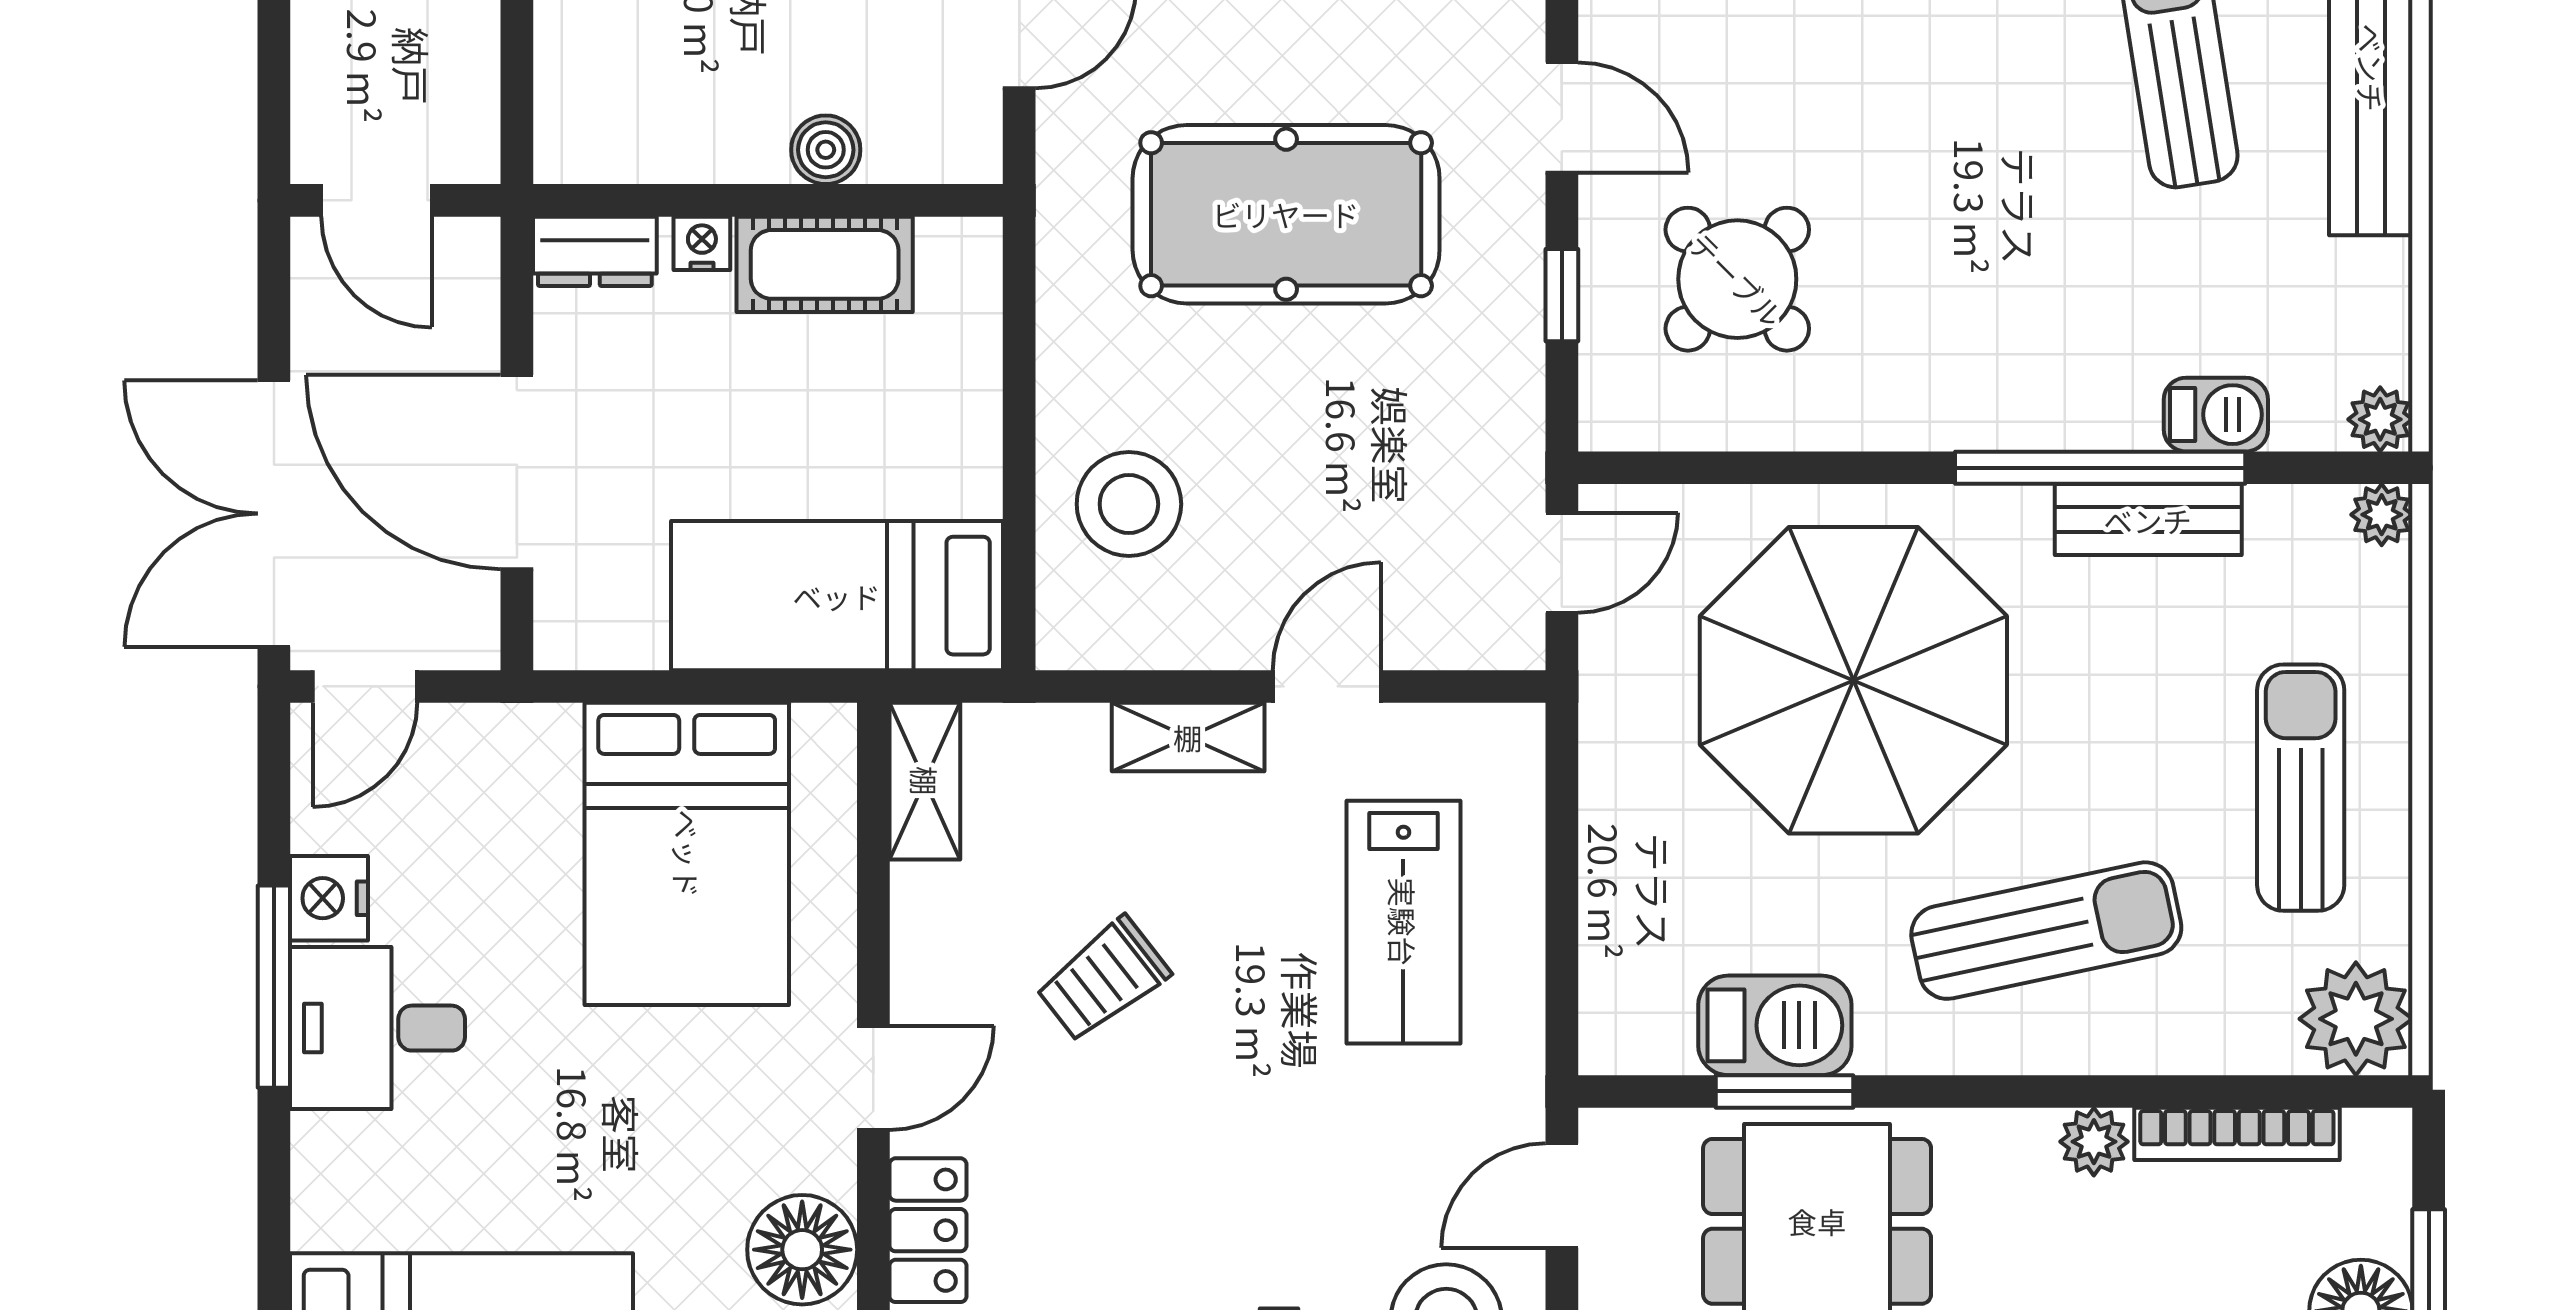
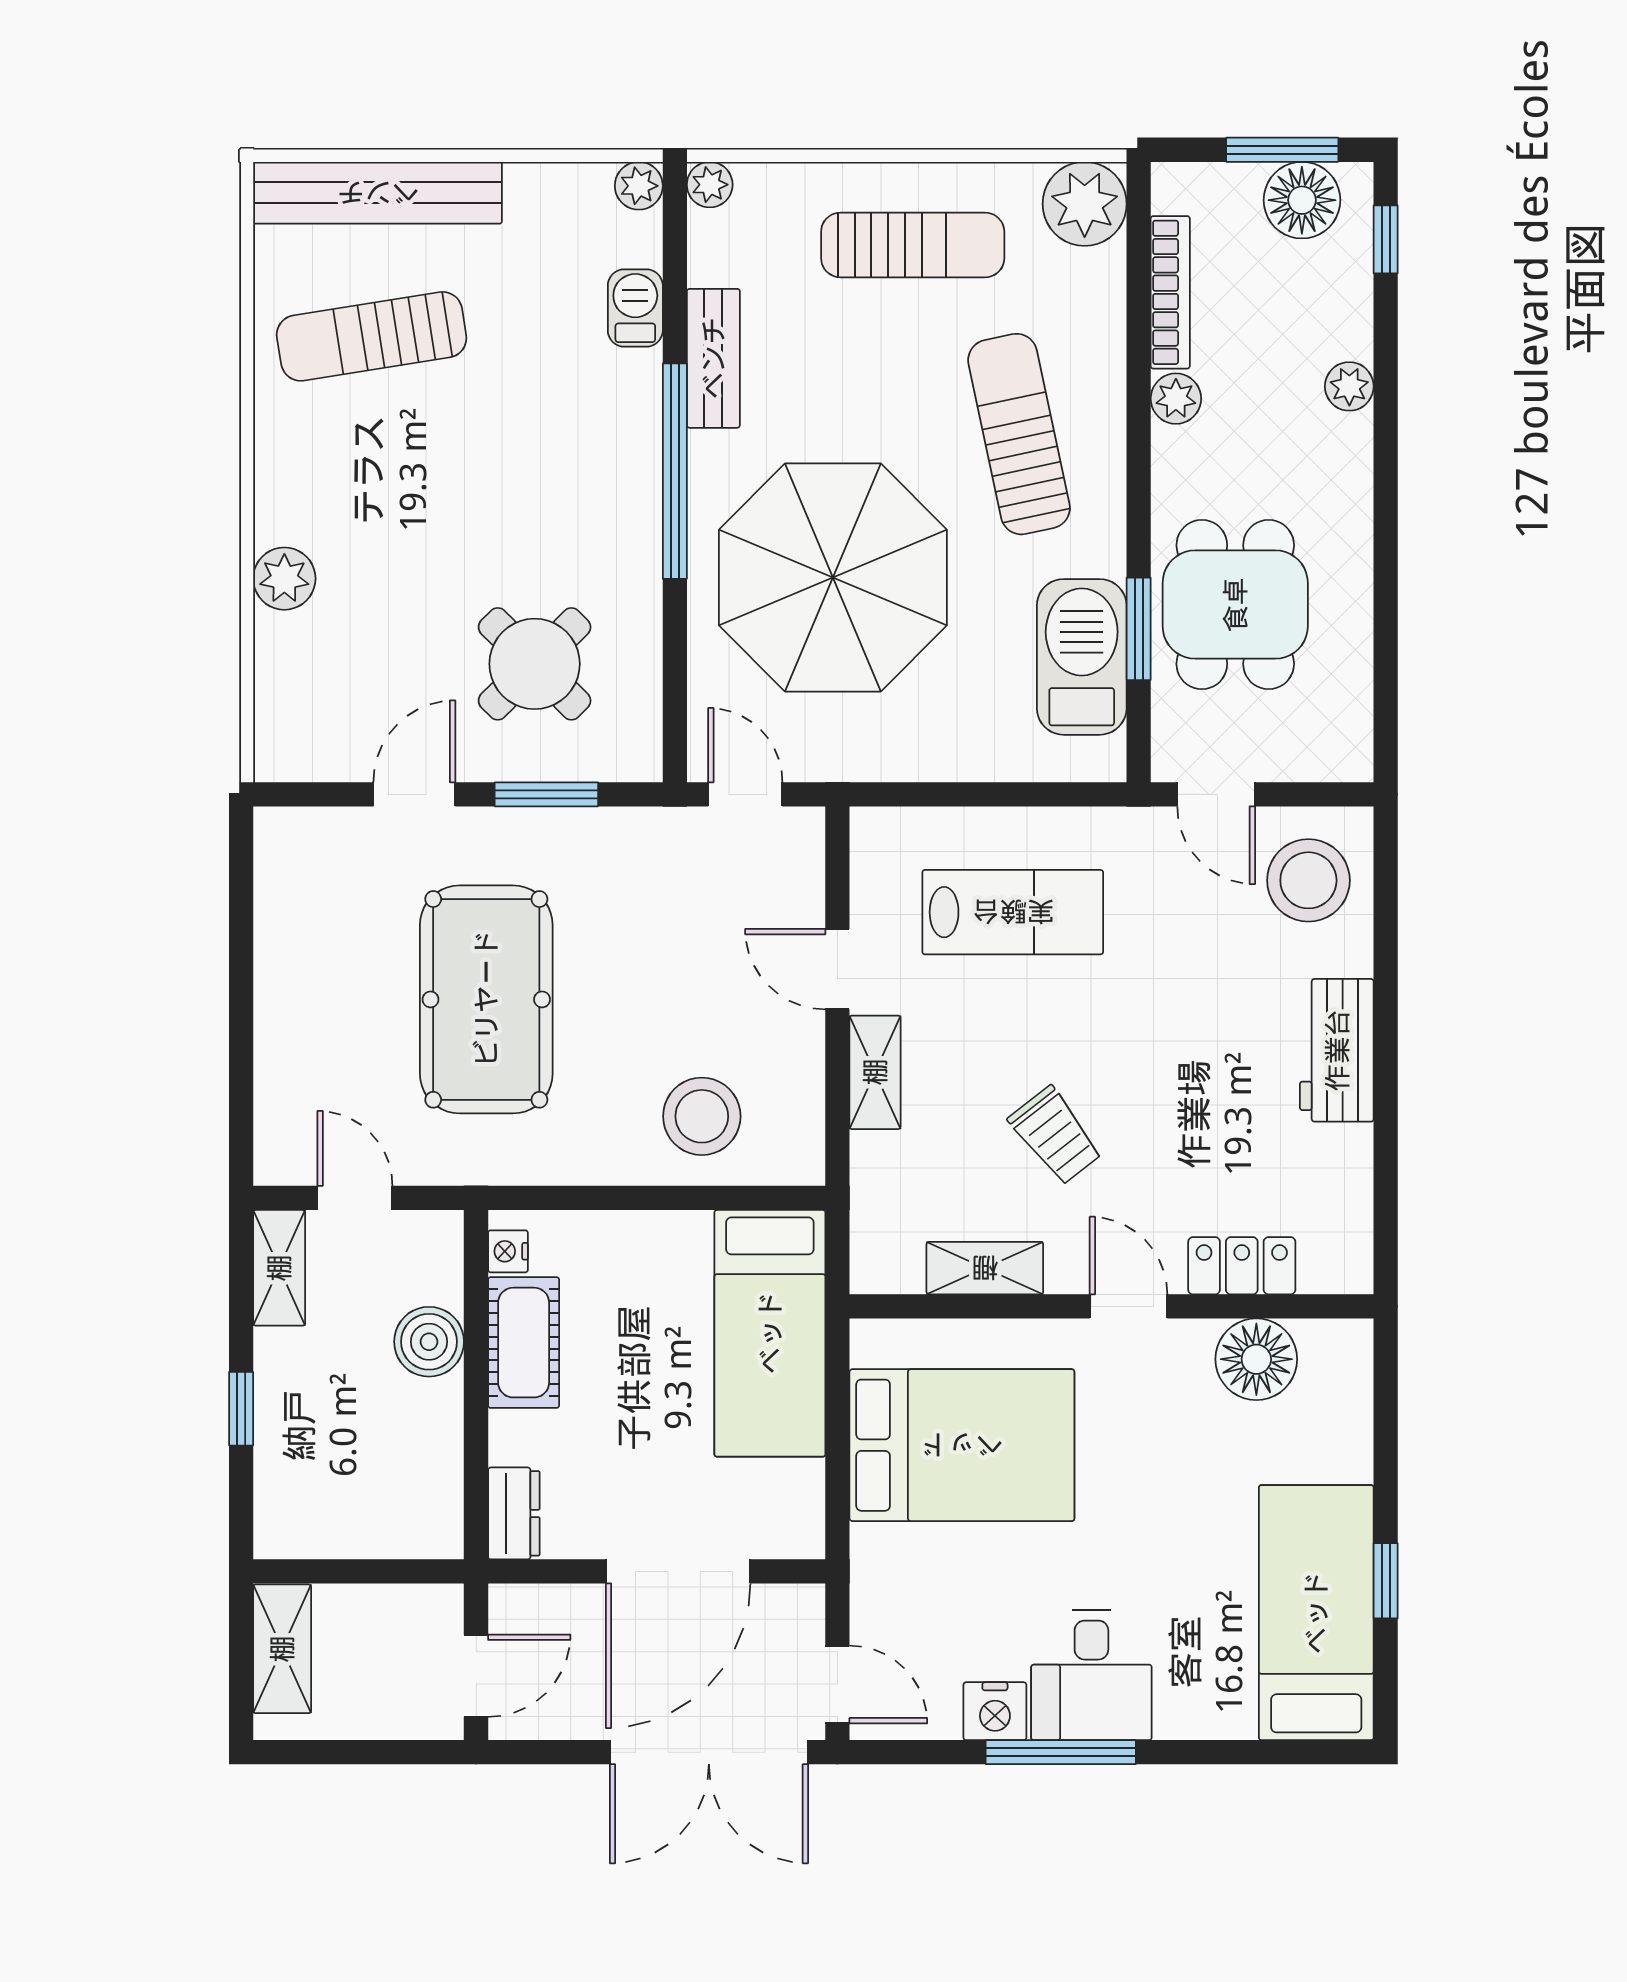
boiler: (826, 150) -> (429, 1342), width x1.36, depth x1.36
nightstand: (702, 243) -> (508, 1251), moved
window: (1562, 295) -> (546, 794), width x1.50
window: (2100, 468) -> (675, 471), moved
shelving: (925, 781) -> (985, 1268), moved
sun lounger: (2301, 788) -> (913, 245), turned 180
barbecue: (1775, 1025) -> (1082, 657), width x1.37, depth x1.21

